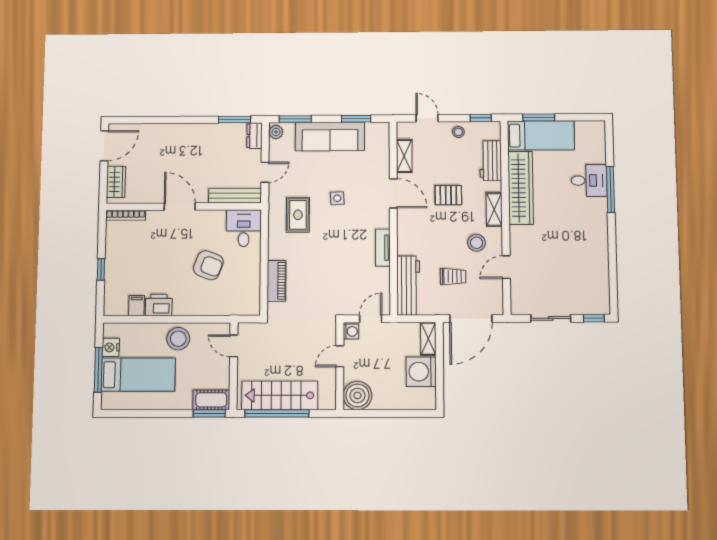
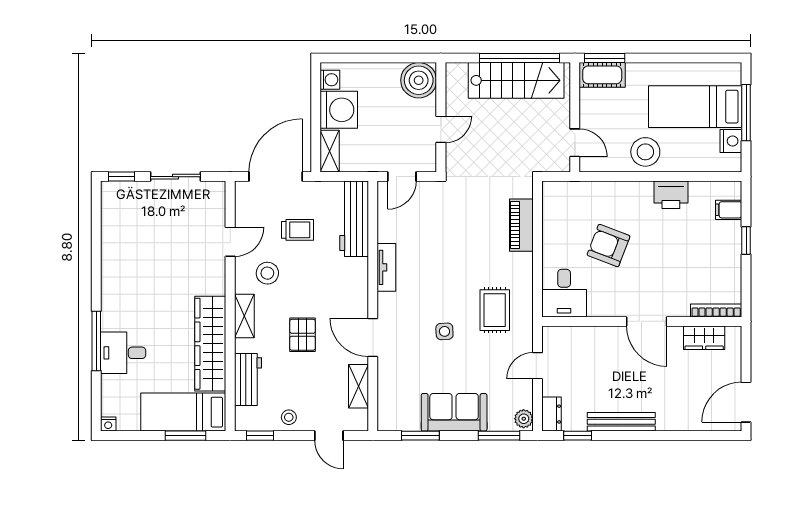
window: (235, 119) -> (578, 436), width x0.67
nightstand: (599, 126) -> (108, 424), added
sofa: (330, 137) -> (454, 412), width x0.73
wardrobe: (116, 182) -> (704, 338), moved, turned -90
pallet: (448, 195) -> (303, 335), turned 90
bench: (235, 196) -> (621, 422), moved
trolley: (453, 277) -> (298, 230), turned 180
filing cabinet: (137, 306) -> (729, 210), moved, turned 90
washing machine: (351, 331) -> (330, 80), moved, turned 180

